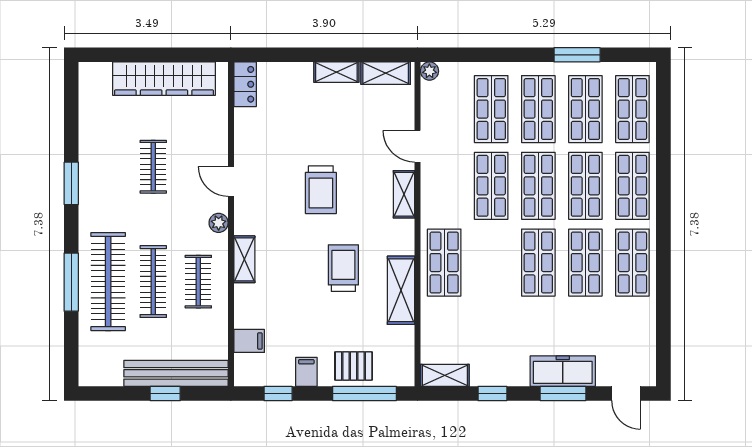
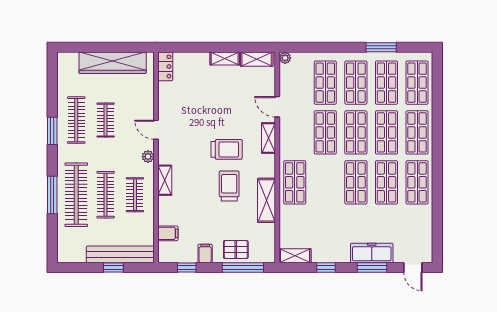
clothes rail: (108, 167) -> (76, 120), added
trolley: (321, 190) -> (227, 149), moved, turned -90

